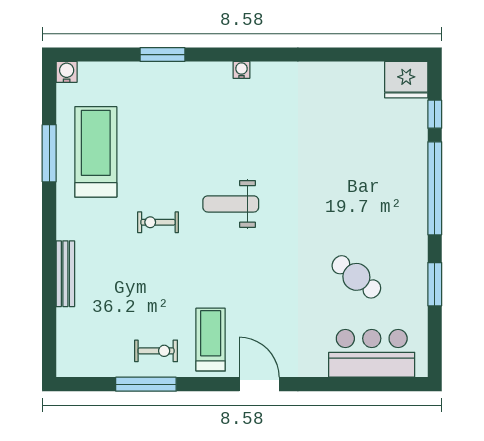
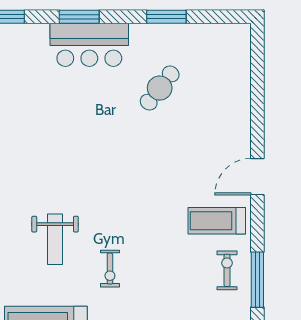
window: (435, 188) -> (79, 17), width x0.47
weight bench: (231, 204) -> (55, 239), moved
bar counter: (372, 353) -> (89, 45), moved, turned -90

